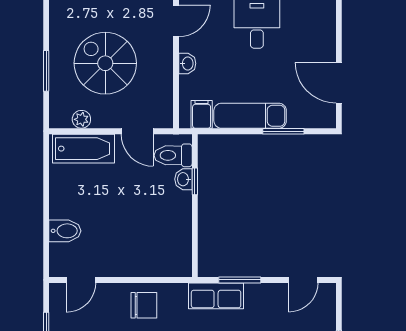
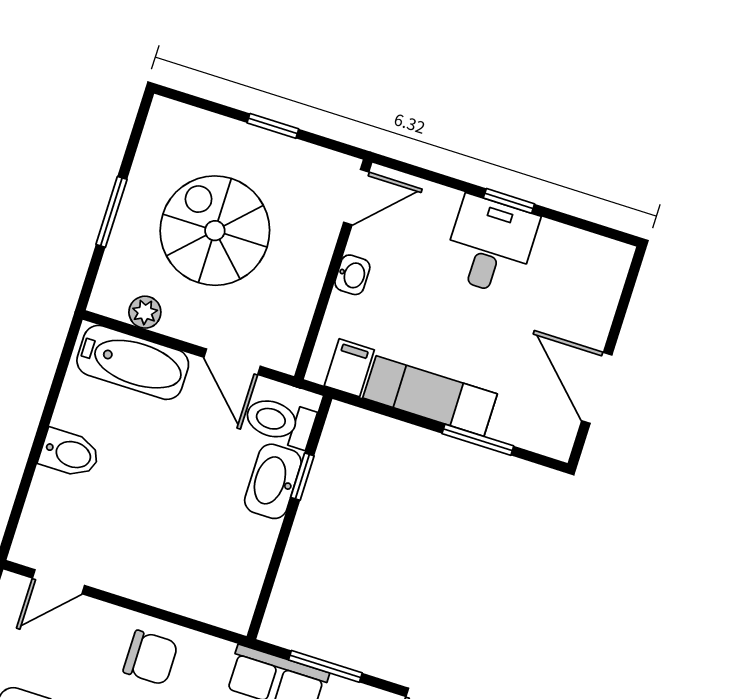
washbasin: (184, 179) -> (273, 481), width x1.91, depth x1.45
bidet: (65, 231) -> (70, 453), moved

